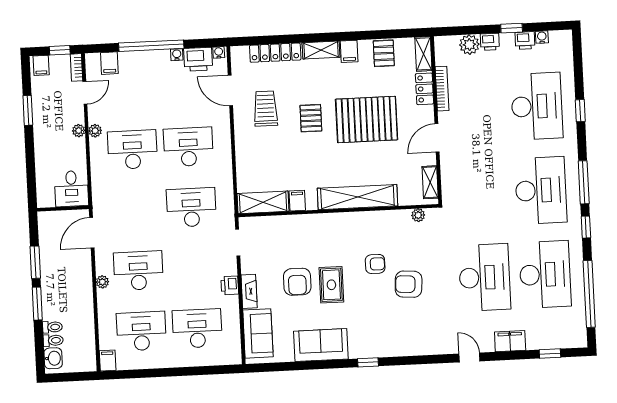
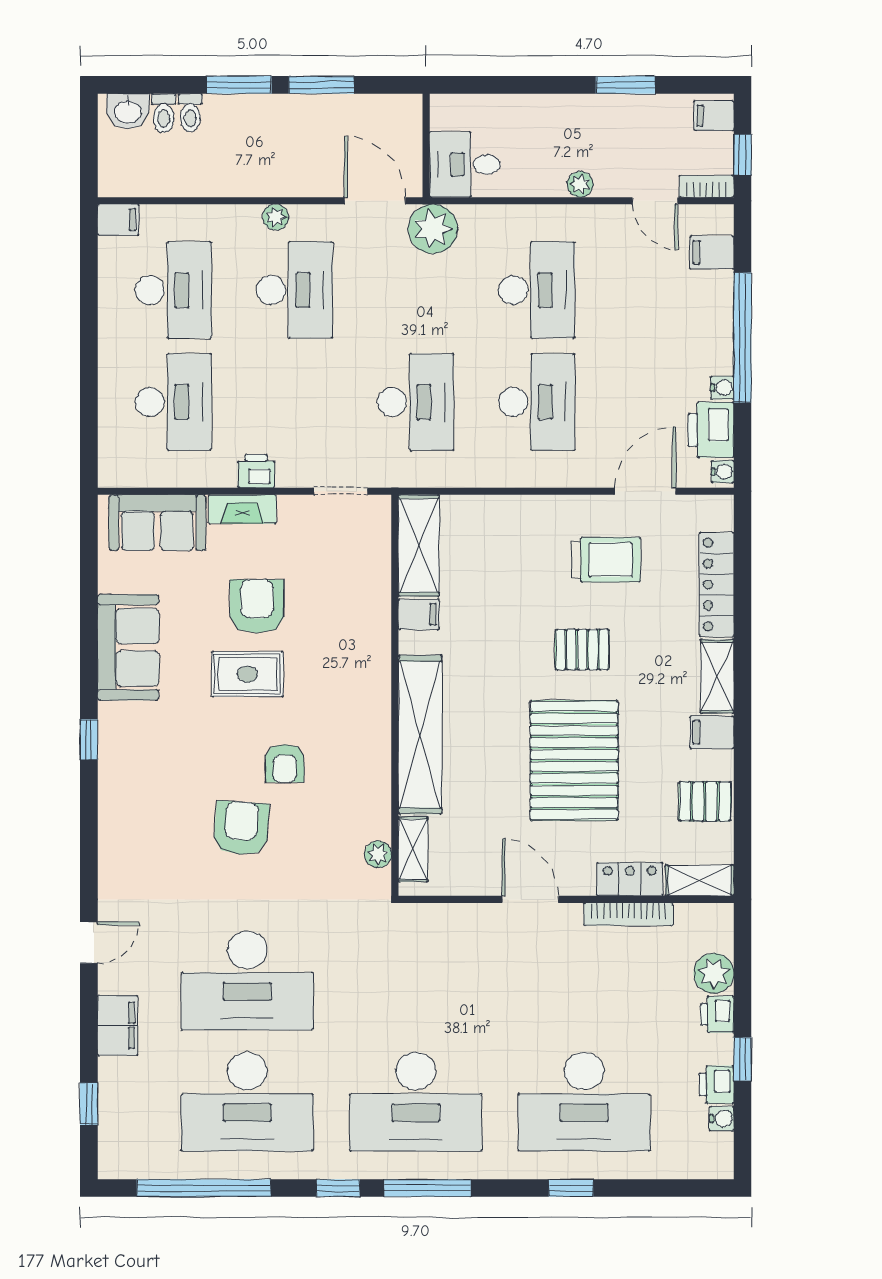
plant: (95, 131) -> (433, 229), moved, width x1.87, depth x1.87
shelving: (430, 182) -> (413, 849), moved, turned 90
armchair: (297, 282) -> (257, 606), turned 90

